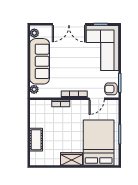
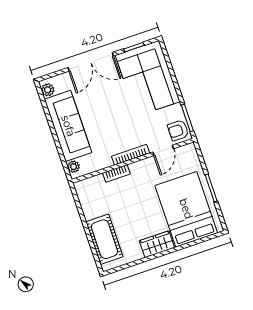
cot: (36, 140) -> (104, 239), width x1.37, depth x1.34

